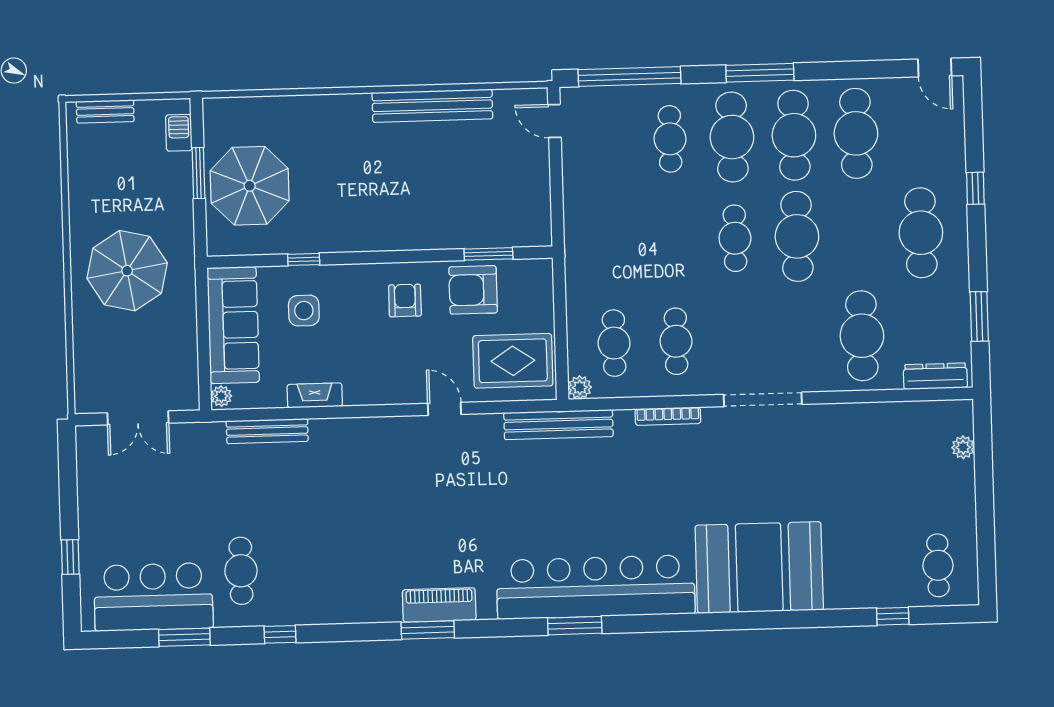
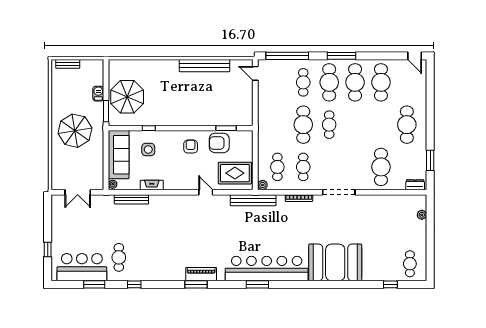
barbecue: (179, 133) -> (98, 94), moved
window: (198, 173) -> (106, 111), moved
window: (975, 188) -> (430, 107), removed
cafe table: (797, 236) -> (303, 125), moved
dresser: (935, 376) -> (415, 185), width x0.70

